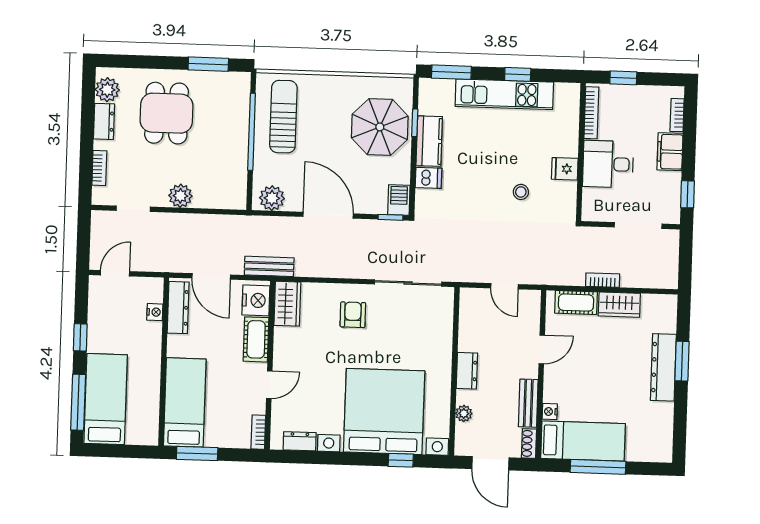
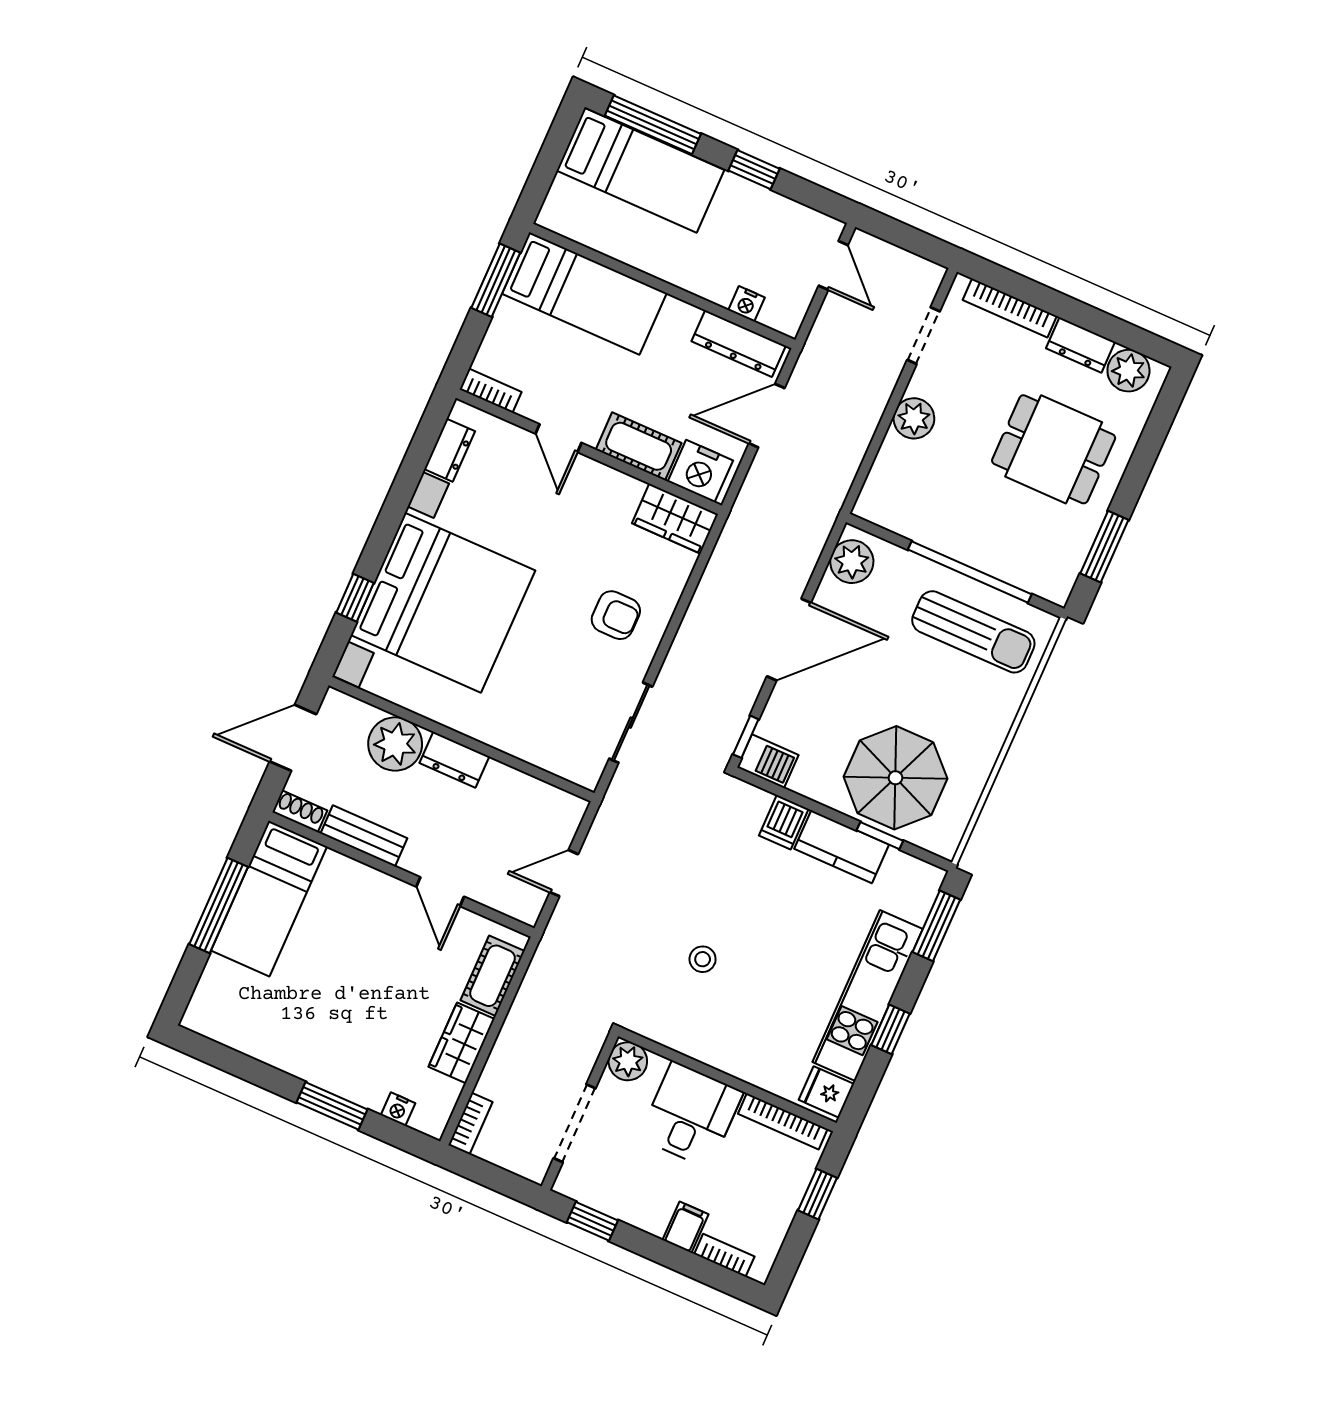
filing cabinet: (670, 152) -> (685, 1227), width x0.50
bookcase: (99, 168) -> (1010, 308), width x1.56
fridge: (565, 169) -> (826, 1092), moved, turned -90
plant: (593, 210) -> (628, 1061), added
bench: (269, 266) -> (746, 514), removed
bookcase: (603, 280) -> (470, 1124), moved
sliding door: (408, 283) -> (631, 723), width x0.73
dresser: (663, 367) -> (334, 1072), removed
nightstand: (550, 412) -> (398, 1109), moved, turned 180
plant: (464, 413) -> (395, 744), width x1.87, depth x1.87

